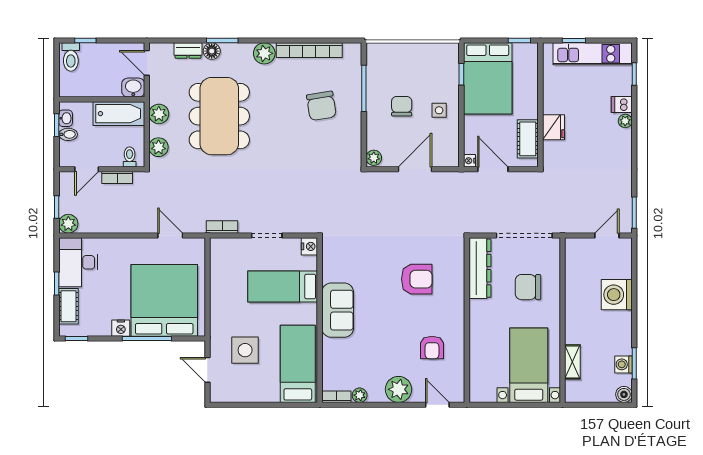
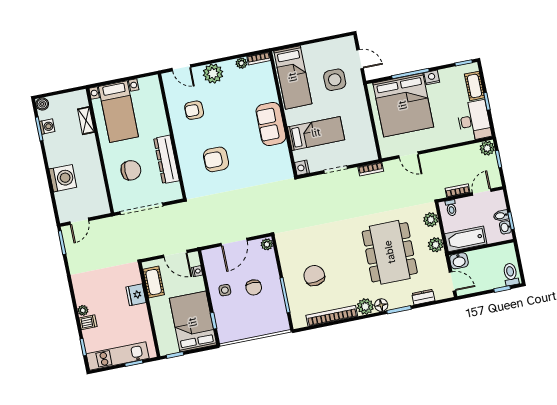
floor lamp: (212, 51) -> (381, 305), moved
nightstand: (470, 161) -> (197, 271), moved
dresser: (480, 268) -> (166, 159), moved
armchair: (432, 347) -> (194, 110), turned -90

